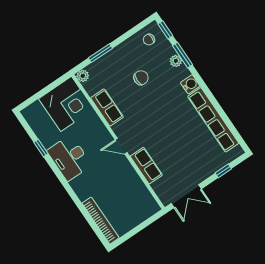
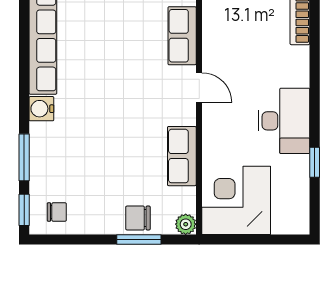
plant: (176, 61) -> (39, 156), removed
chair: (141, 78) -> (138, 218), moved

